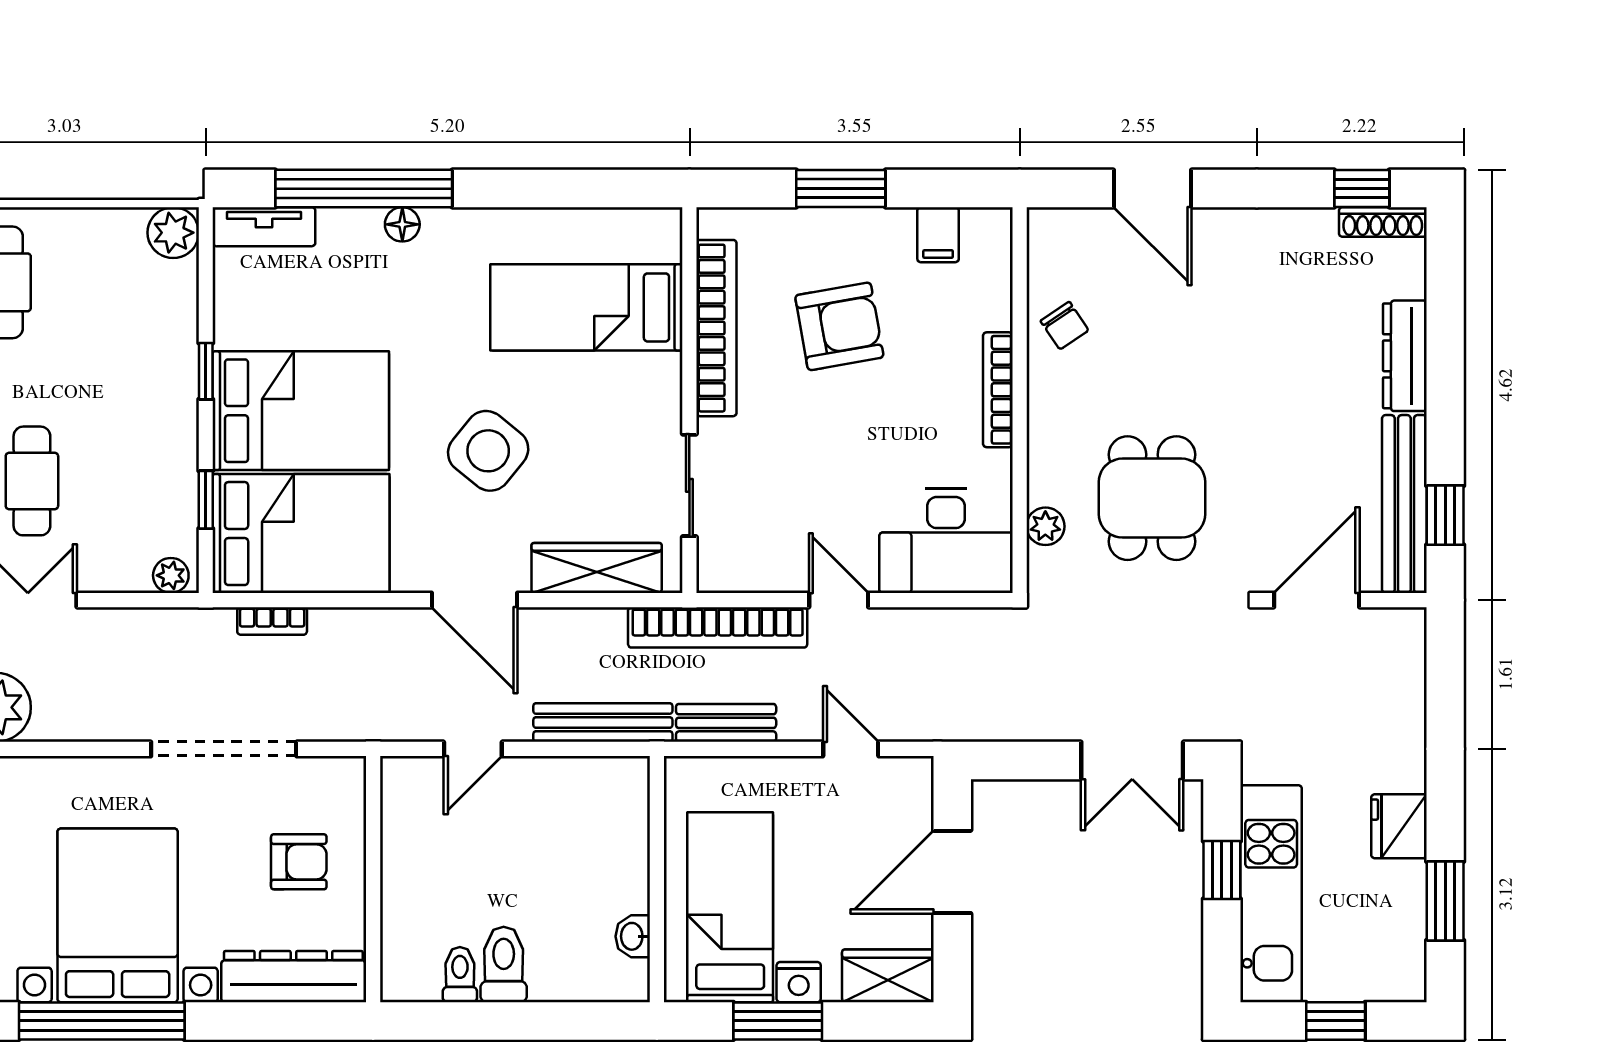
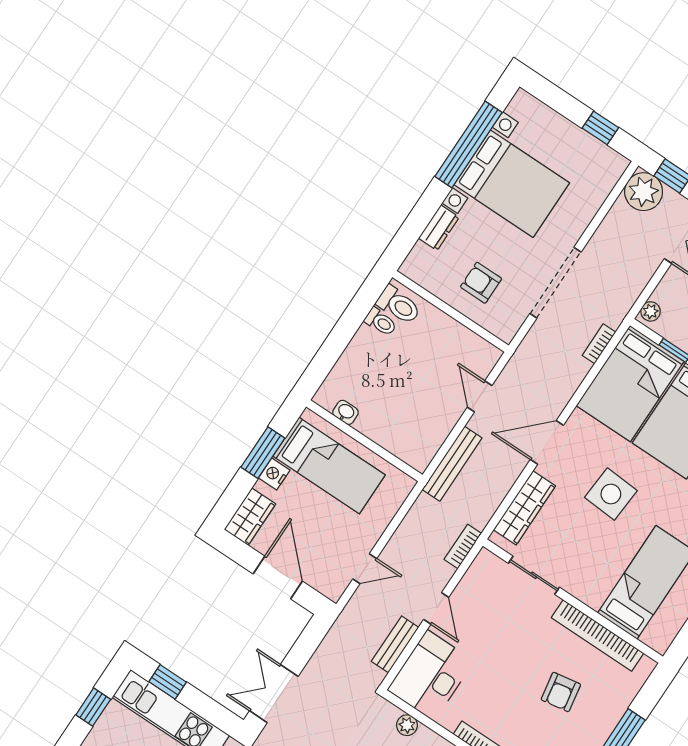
armchair: (839, 326) -> (561, 692), width x0.72, depth x0.72
side table: (488, 451) -> (611, 494), turned -35
door: (839, 600) -> (436, 608), hinge flipped
bookcase: (718, 627) -> (463, 546), width x0.43, depth x0.76
bench: (726, 723) -> (395, 644), moved
armchair: (299, 862) -> (481, 283), turned 90
window: (1222, 870) -> (168, 682), moved
toilet: (504, 964) -> (399, 305), moved
dresser: (293, 977) -> (439, 228), width x0.51, depth x0.80

